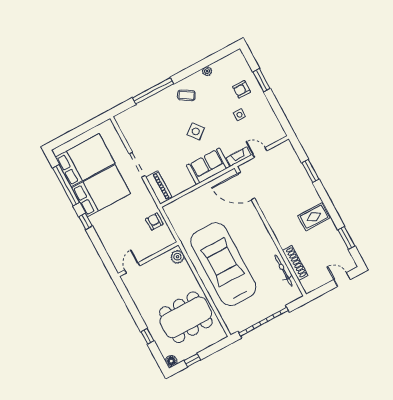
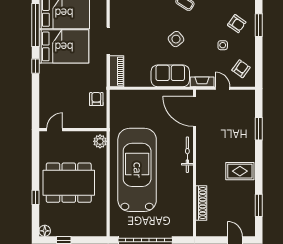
armchair: (242, 89) -> (237, 24), turned -145
armchair: (267, 127) -> (241, 69), added
bicycle: (284, 271) -> (187, 155), moved
dining table: (186, 317) -> (69, 183), moved

